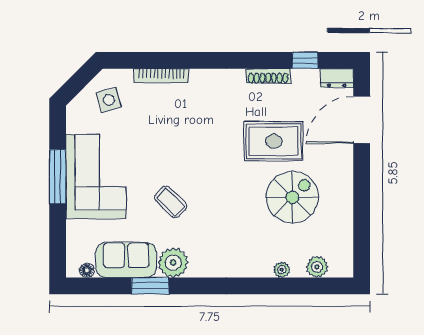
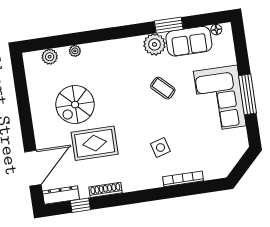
dresser: (337, 78) -> (61, 195), width x1.44
side table: (109, 100) -> (160, 147), moved

